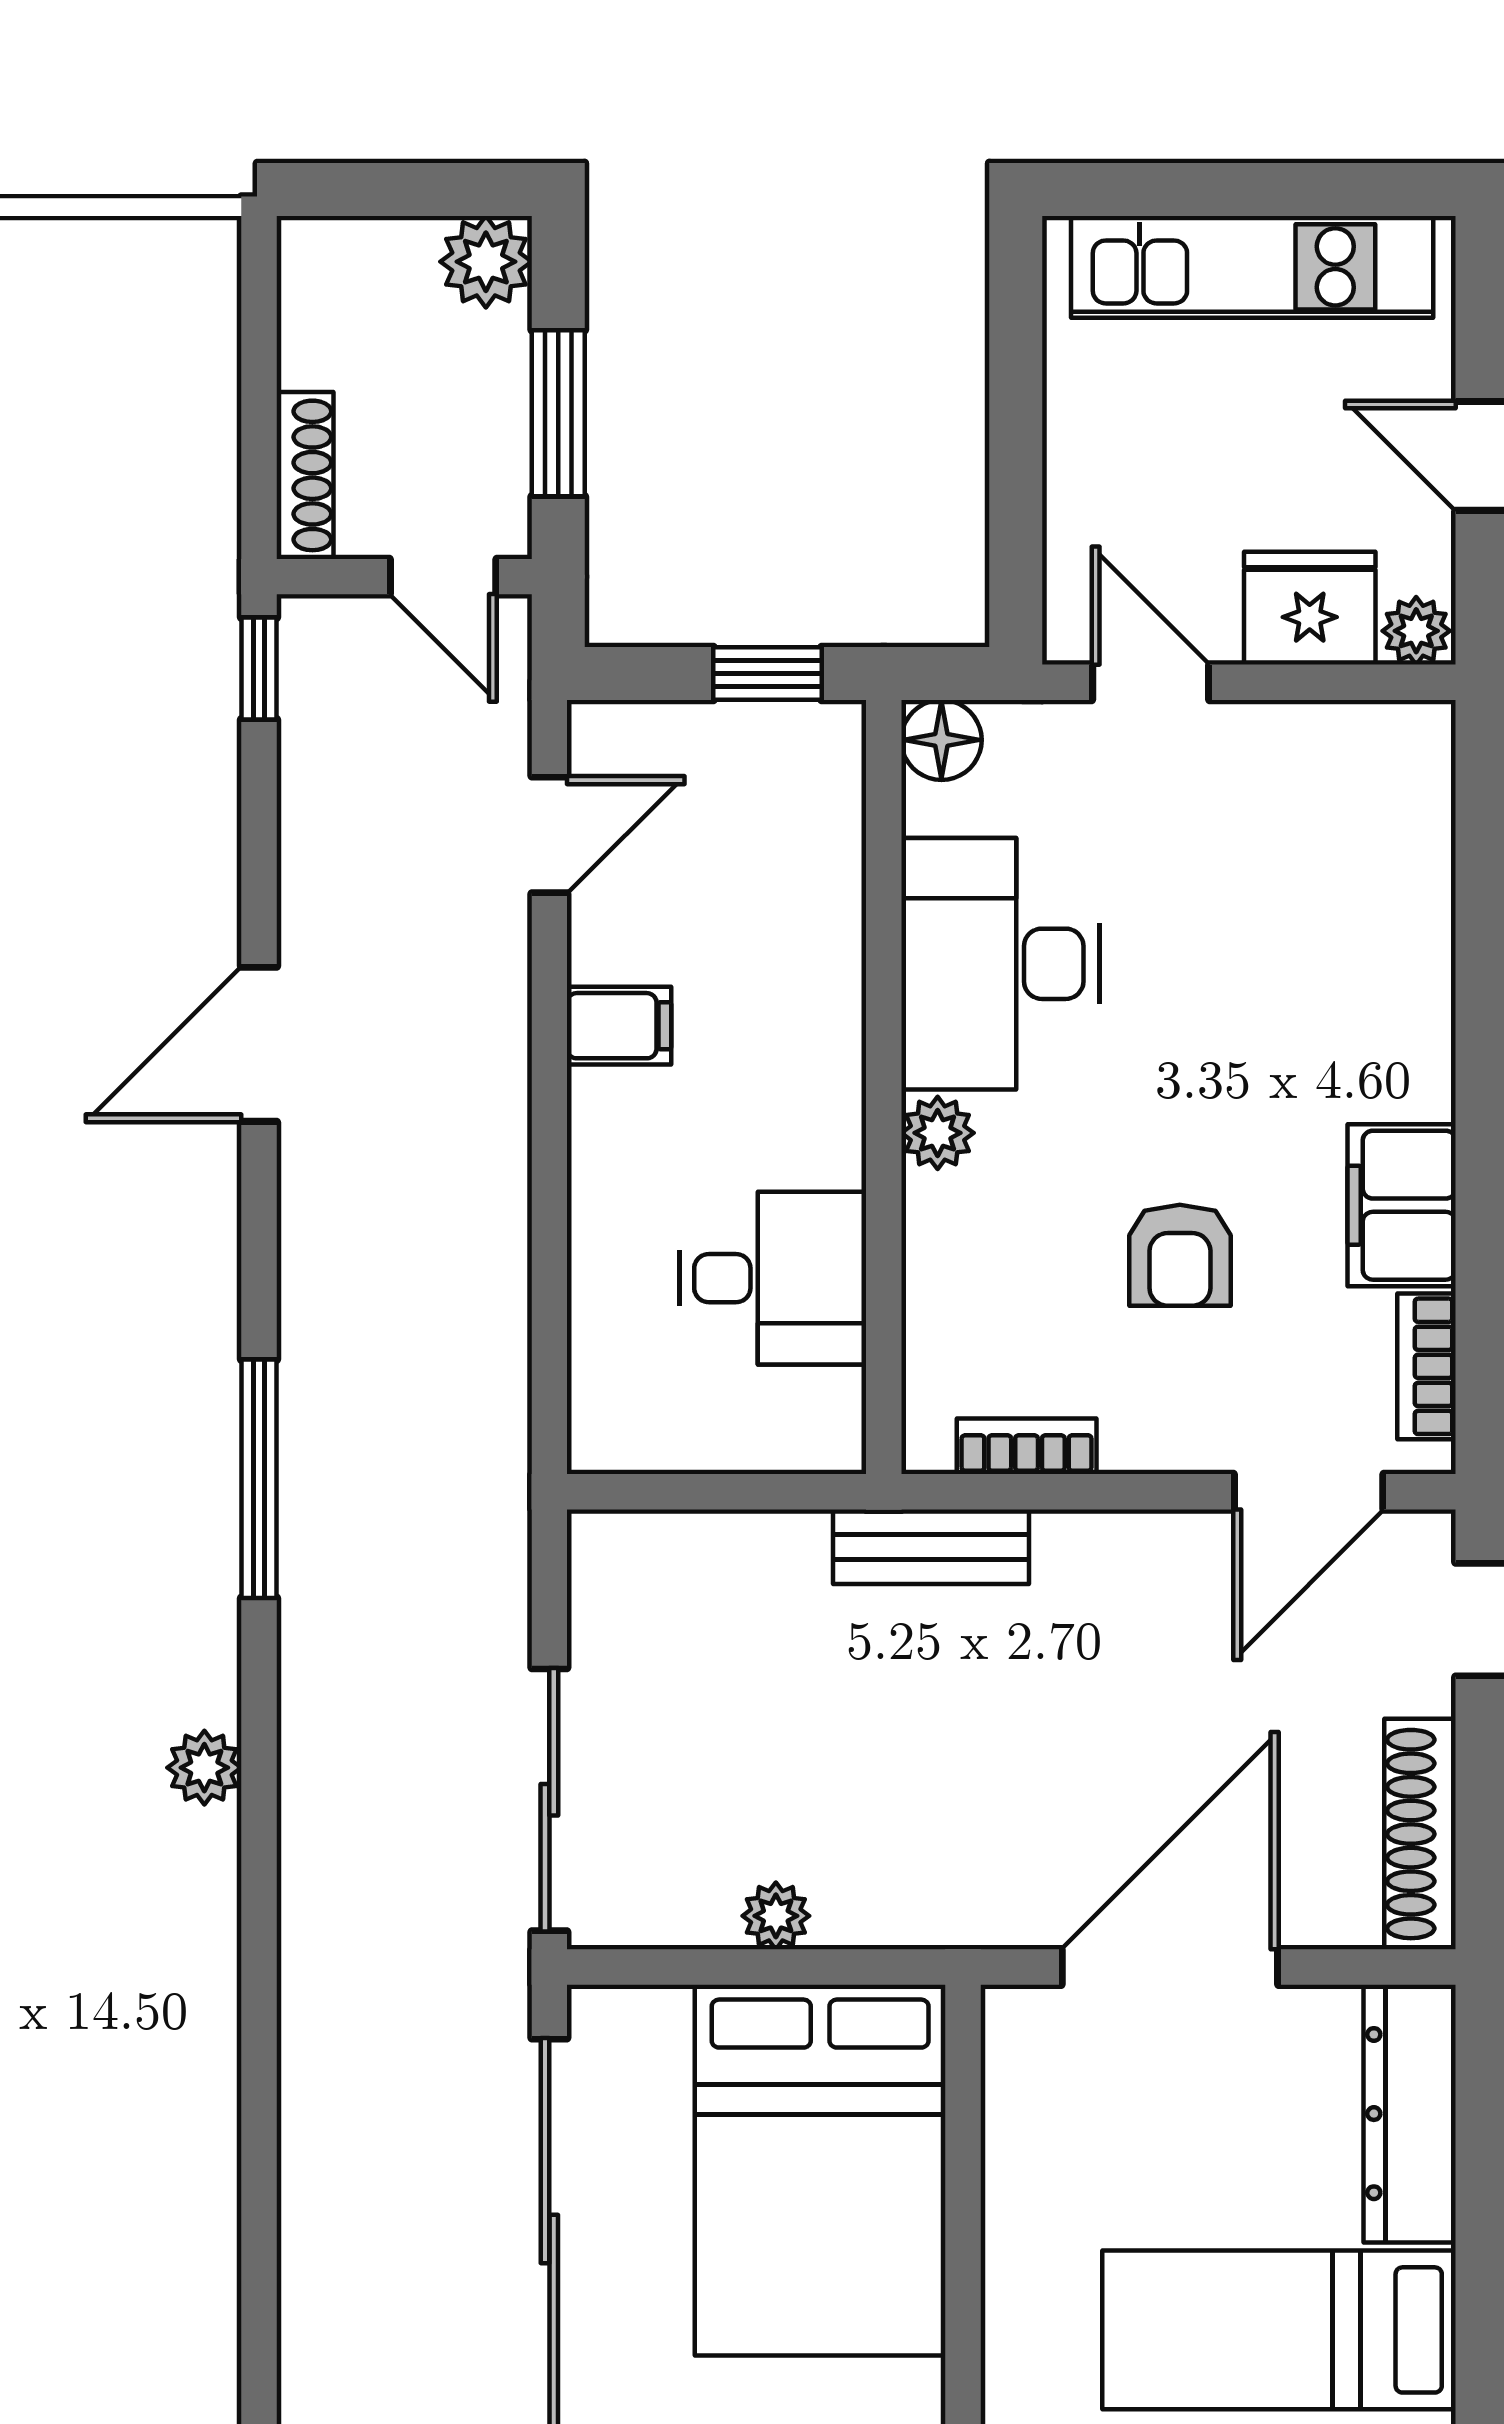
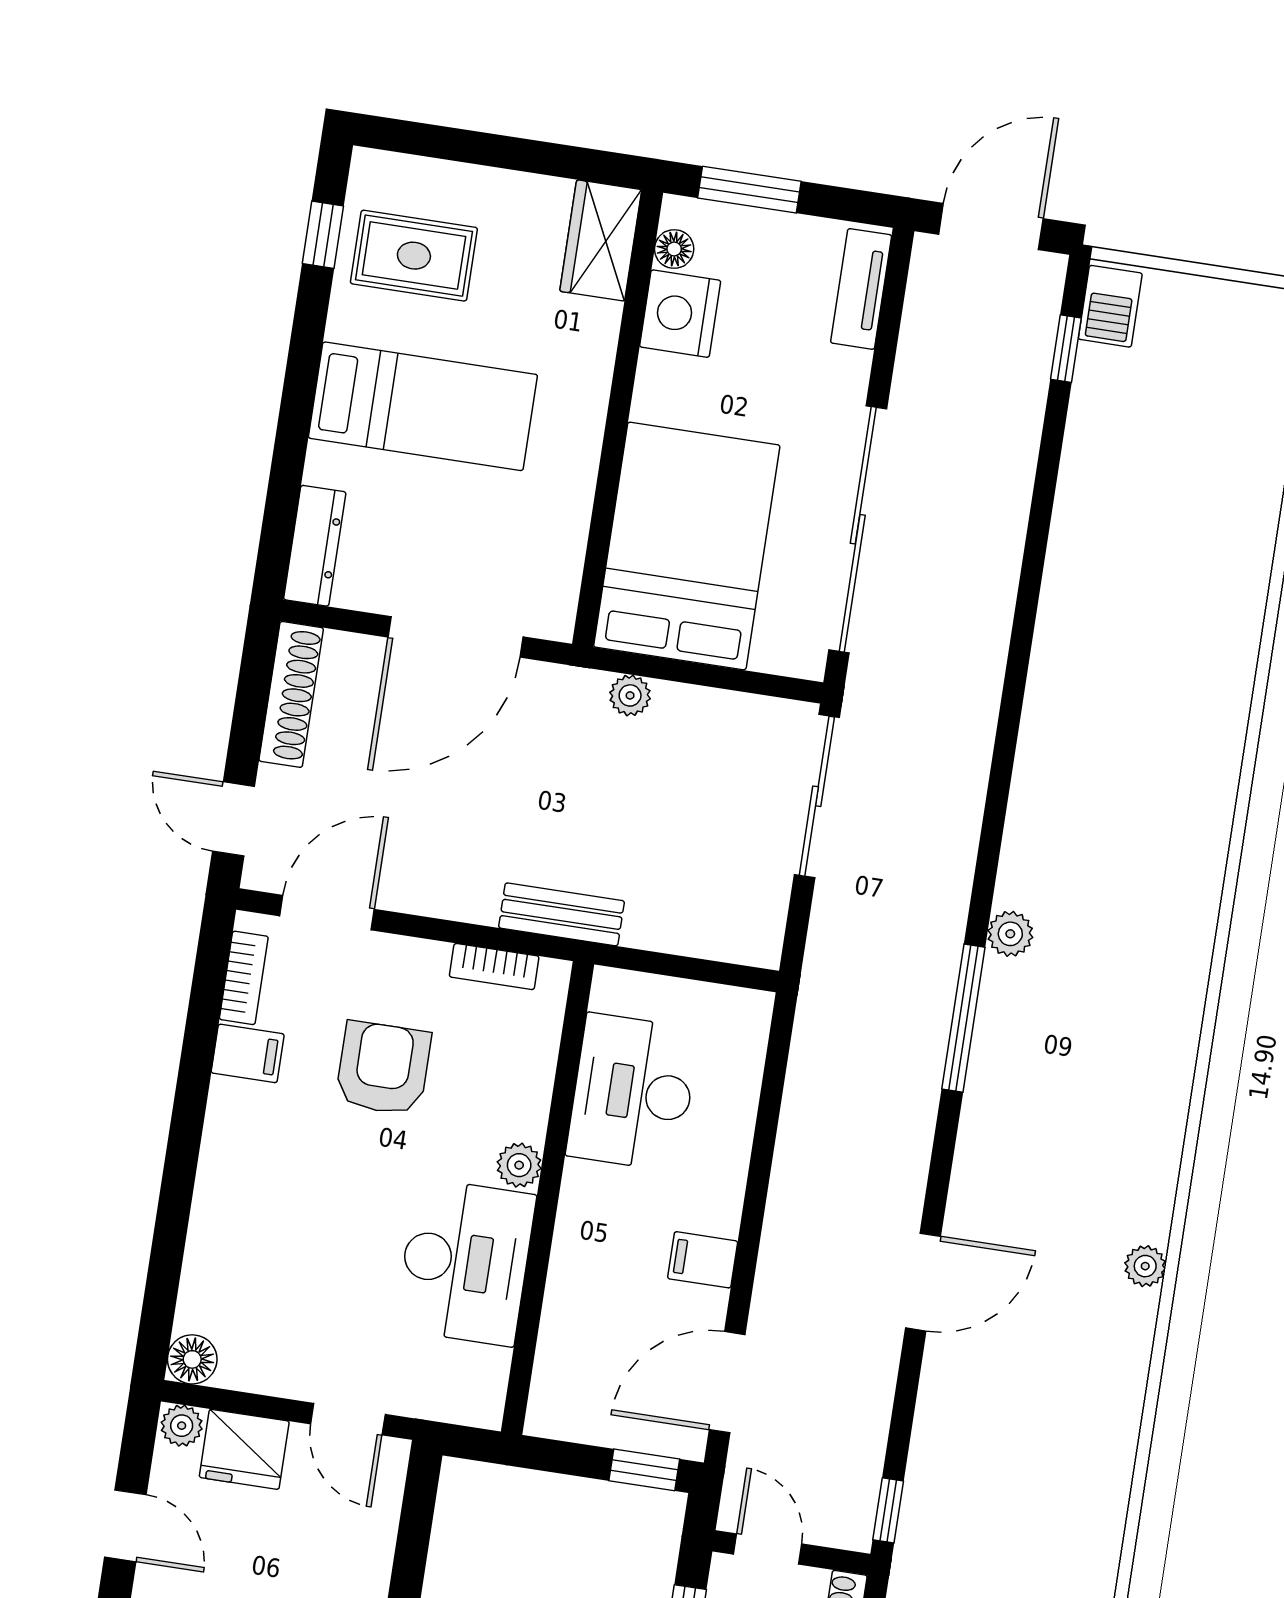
window: (768, 673) -> (644, 1470), moved
floor lamp: (941, 740) -> (192, 1359), moved
door: (549, 835) -> (727, 1382), width x1.38
filing cabinet: (1402, 1205) -> (248, 1053), width x0.50
armchair: (1180, 1255) -> (383, 1068), width x1.38, depth x1.38
desk: (773, 1278) -> (633, 1092), width x1.37
plant: (204, 1768) -> (1010, 934), moved
plant: (776, 1916) -> (630, 695), moved
dresser: (1410, 2114) -> (315, 546), width x0.73, depth x0.80

